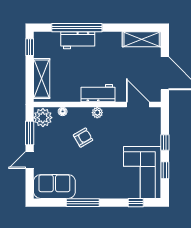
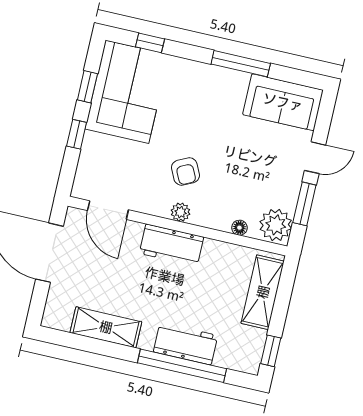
shelving: (142, 39) -> (106, 327), moved
armchair: (83, 138) -> (185, 171), moved, turned -86

